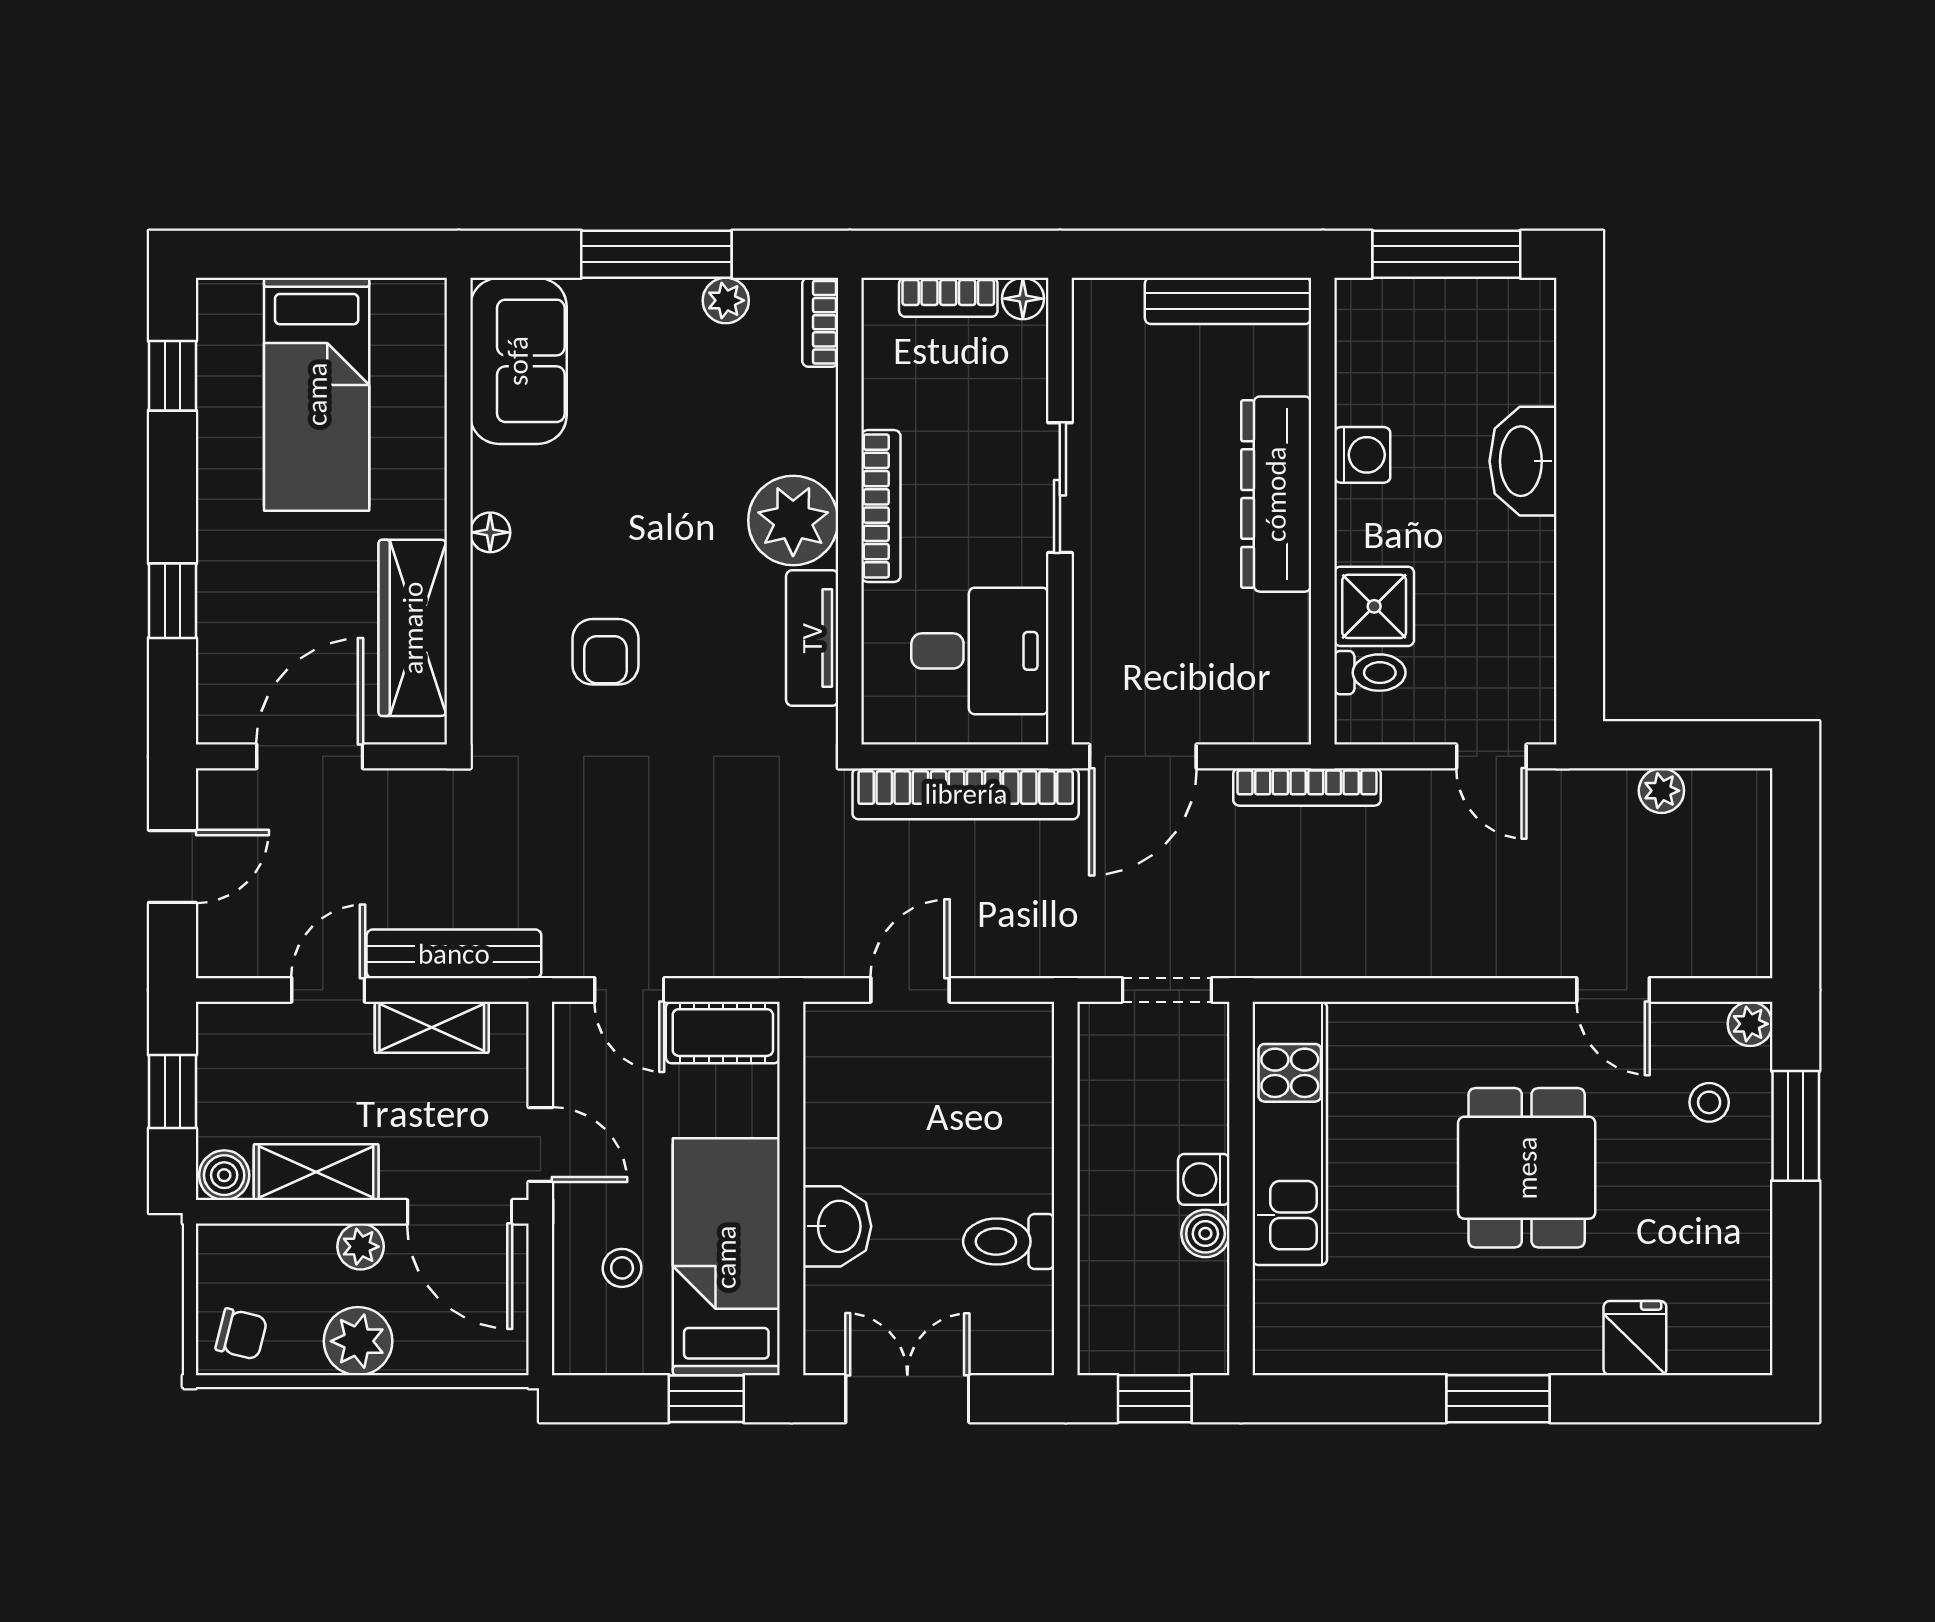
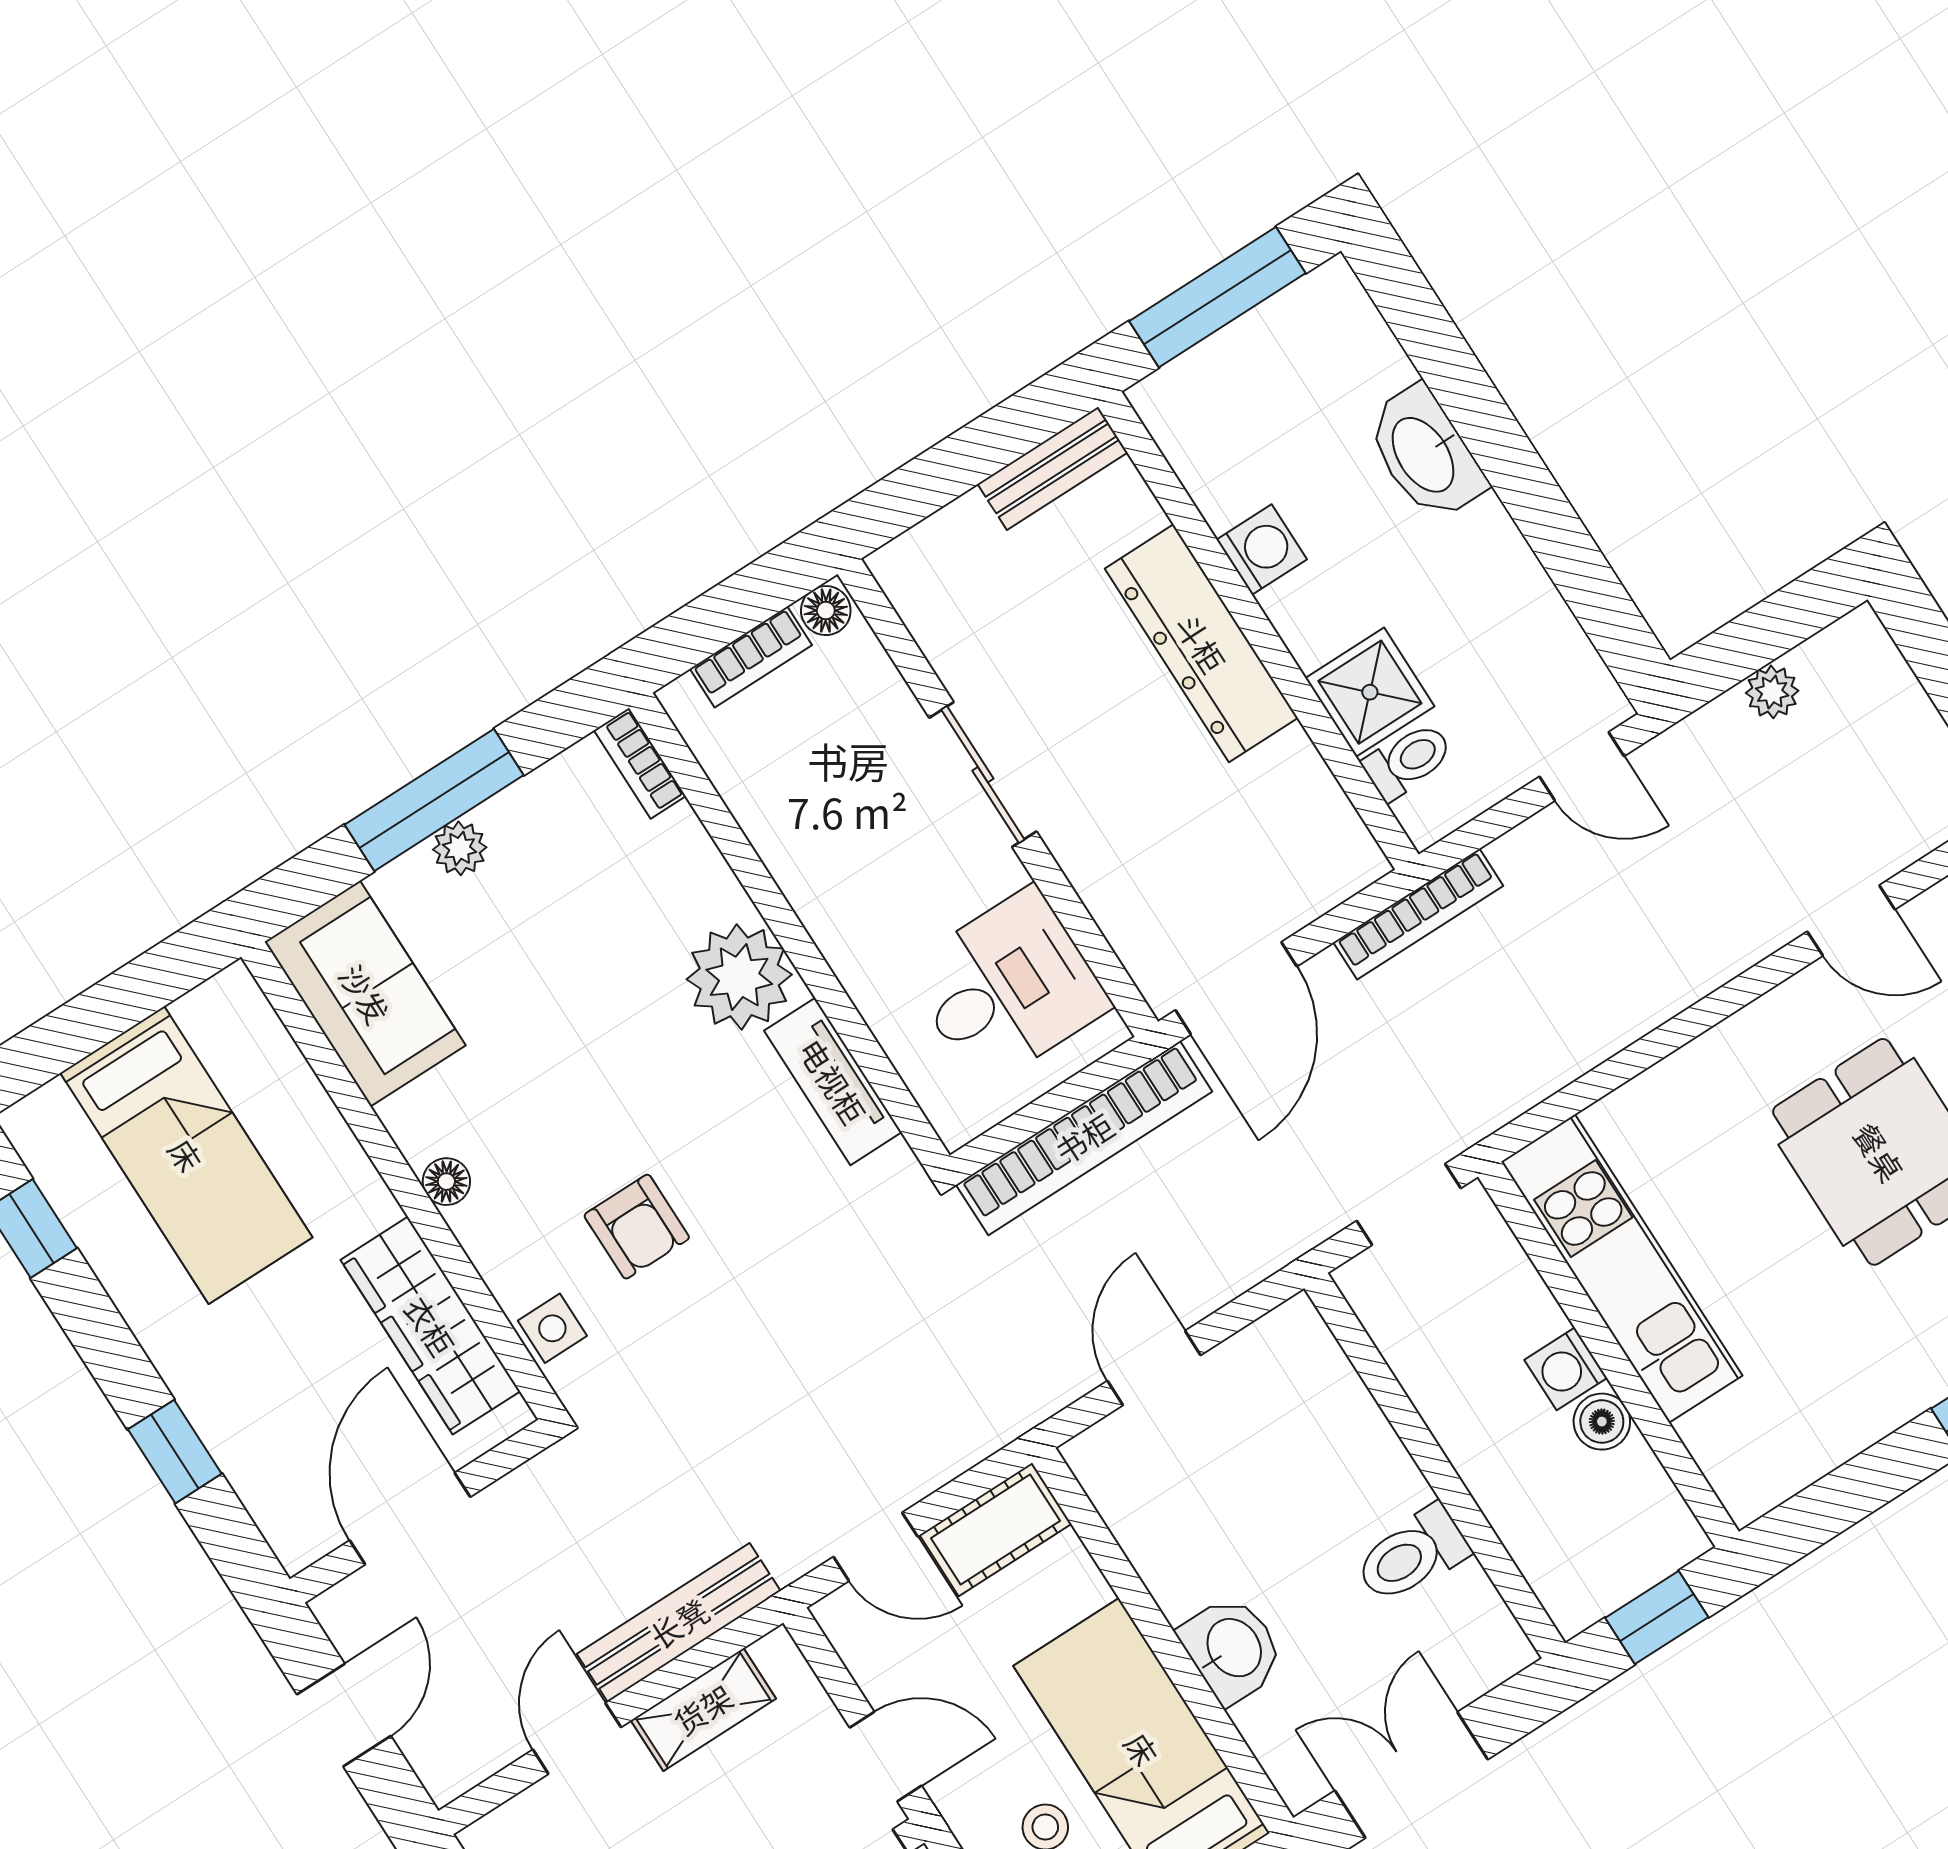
plant: (726, 300) -> (460, 848), moved
bench: (1228, 301) -> (1053, 468), width x0.73
bookcase: (881, 506) -> (817, 907), removed
side table: (499, 686) -> (552, 1328), added

